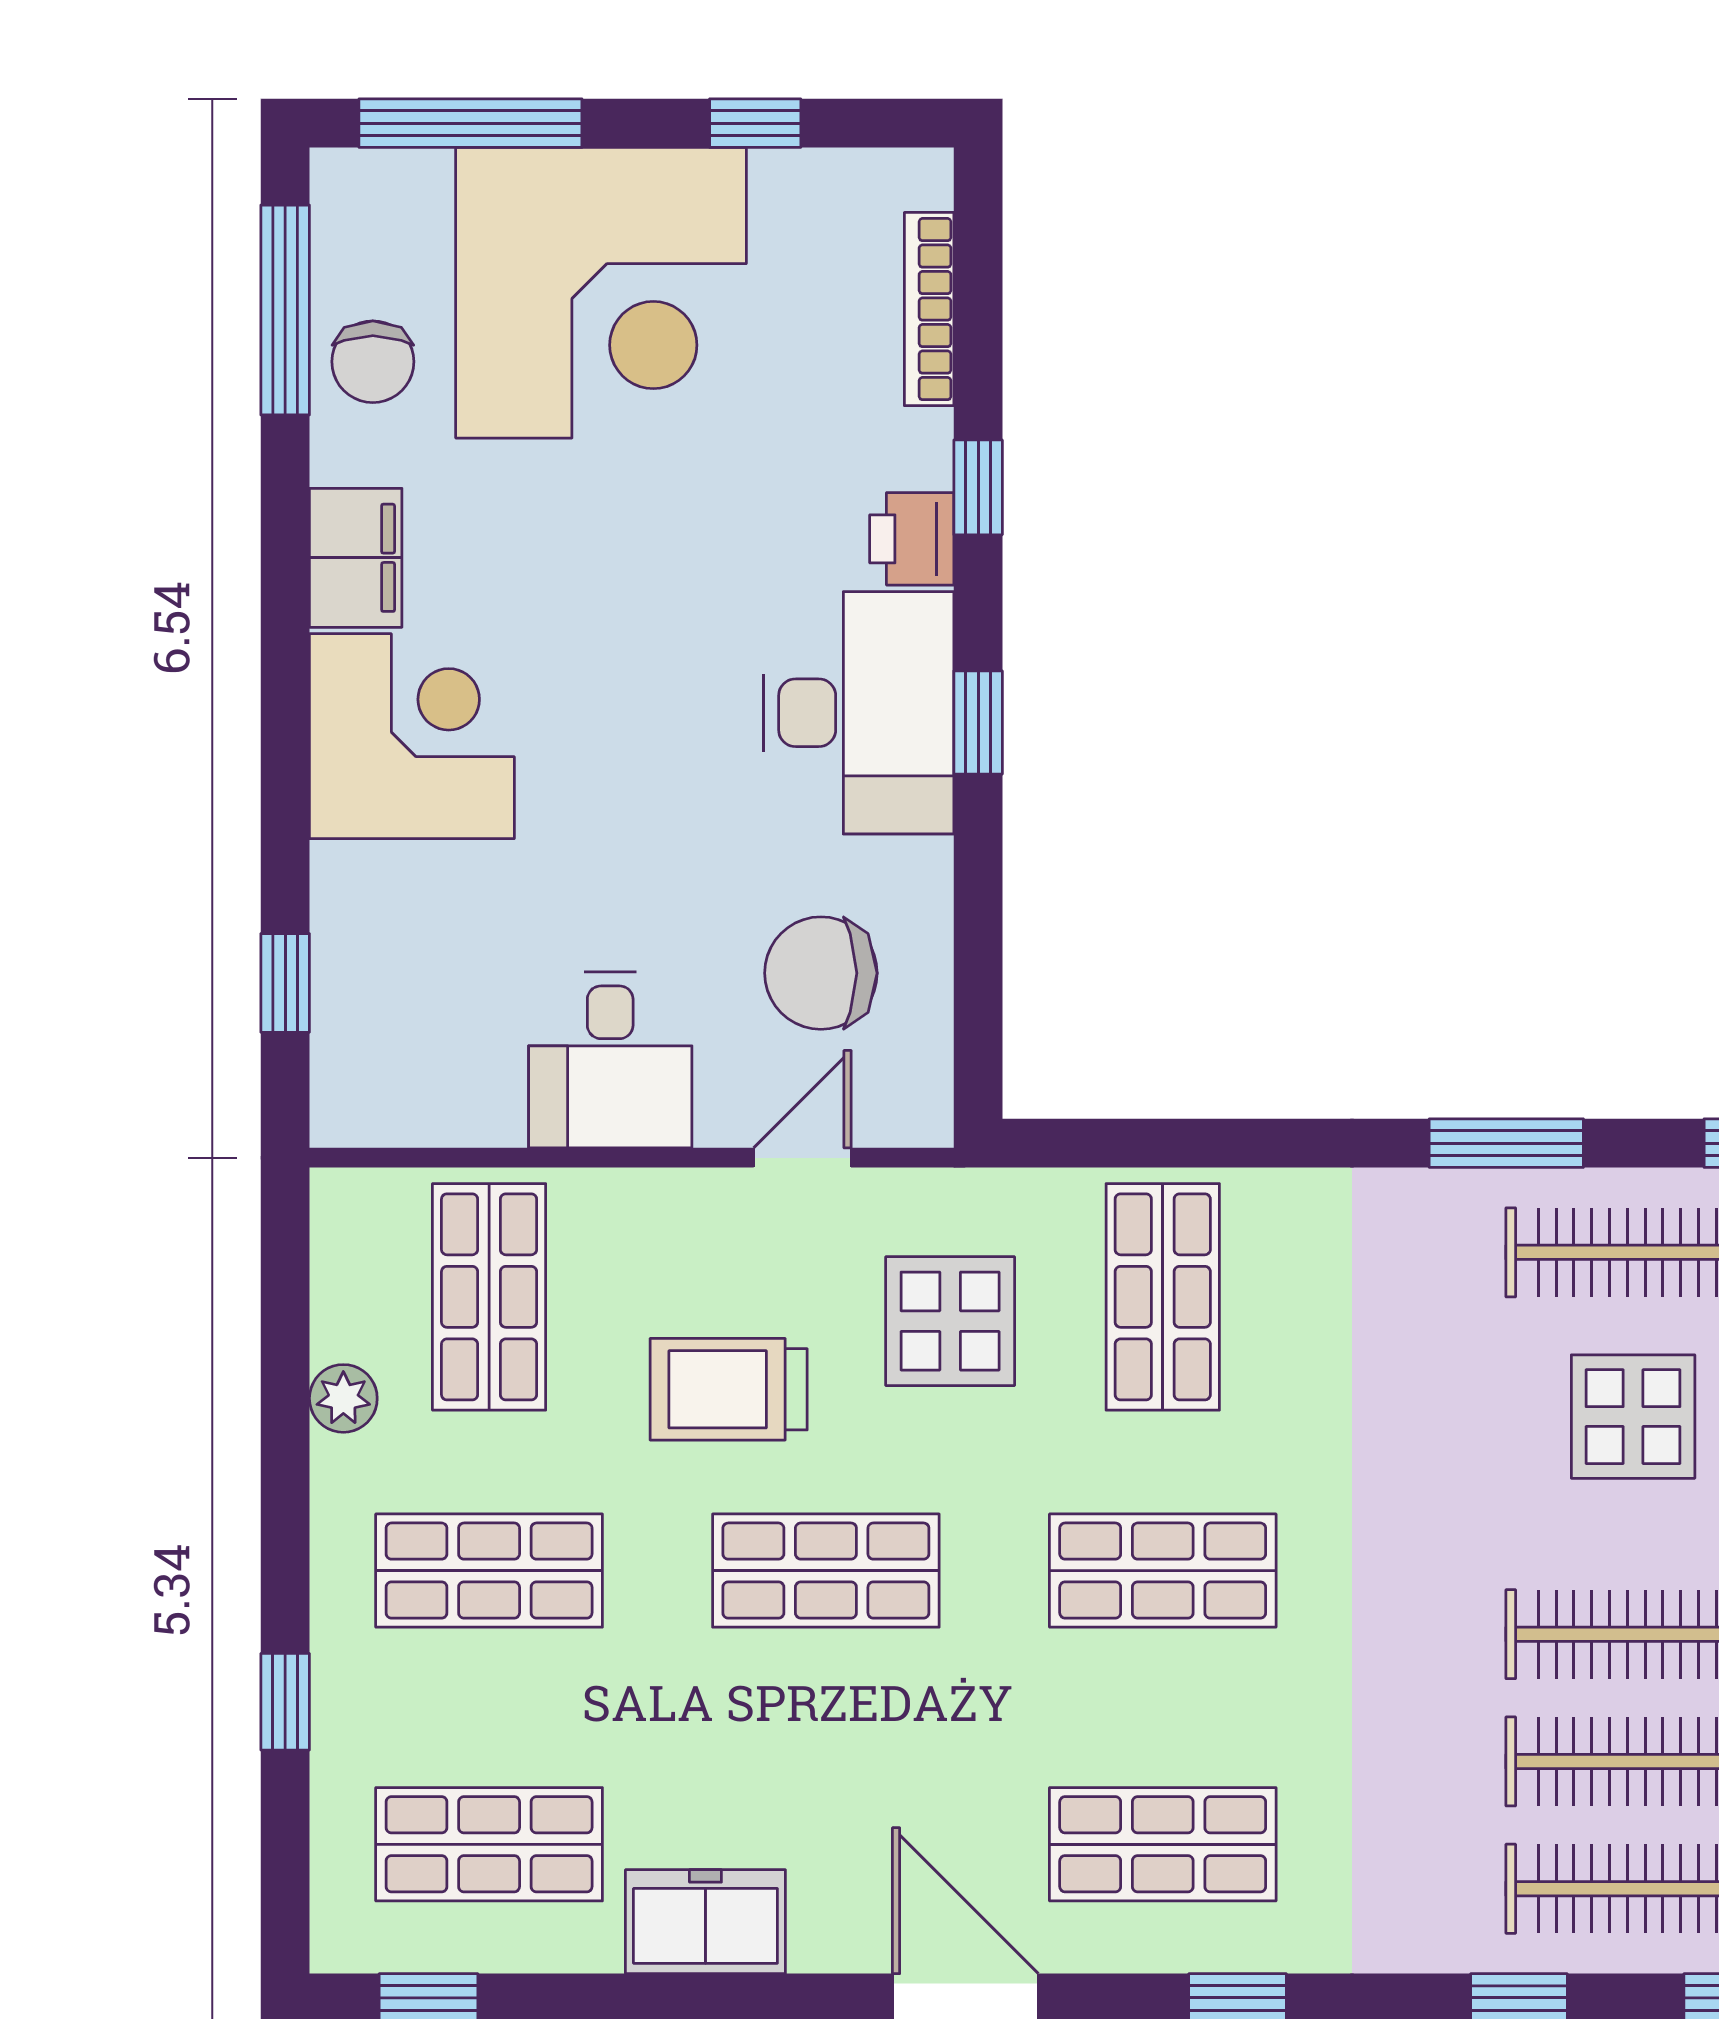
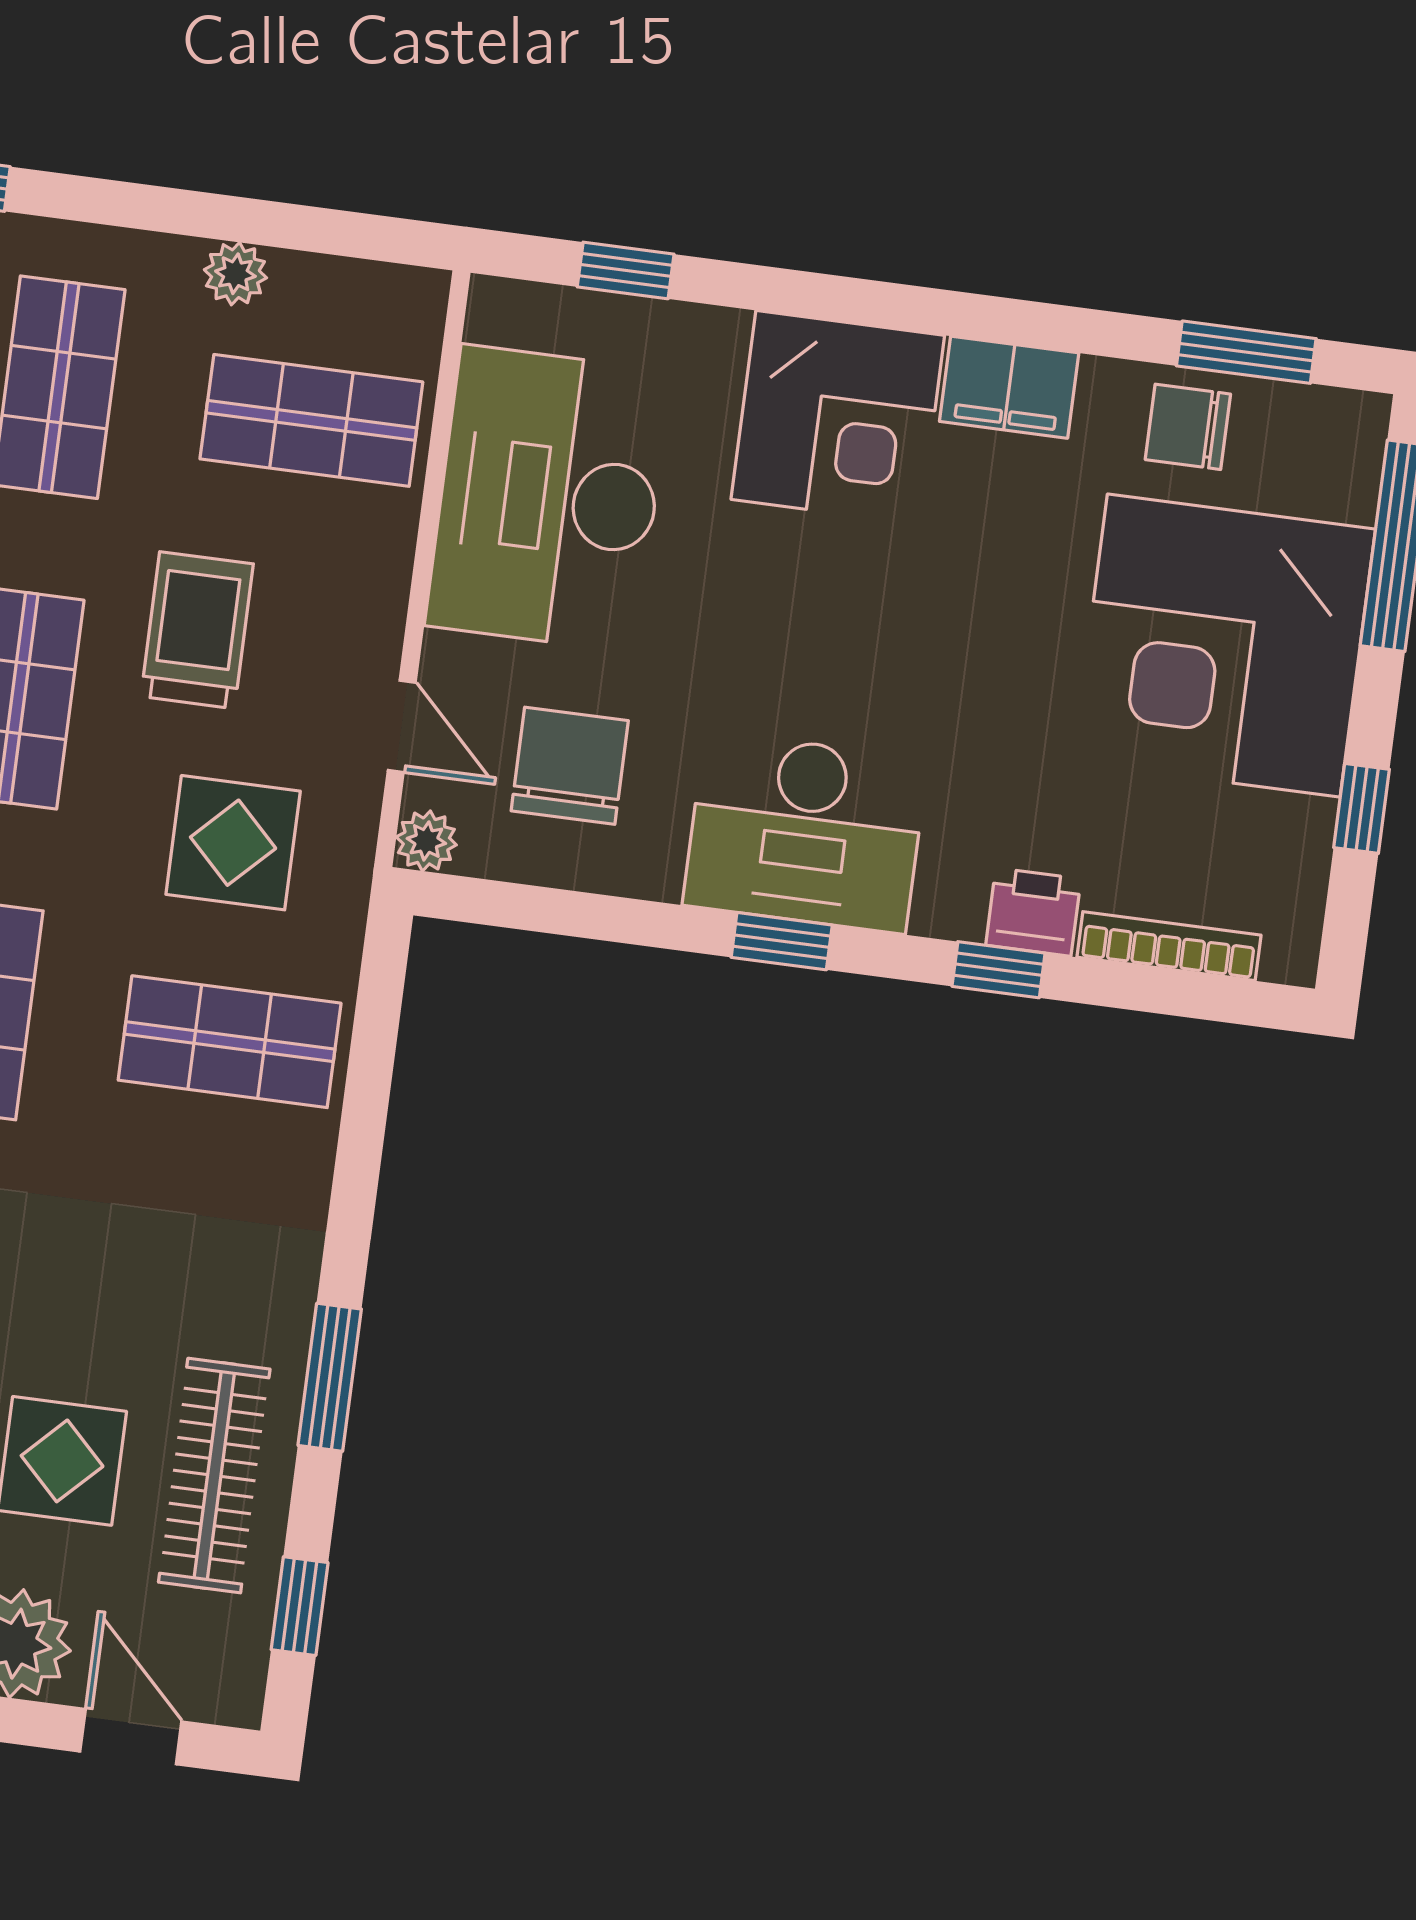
window: (285, 310) -> (1246, 352), width x0.69
printer: (912, 539) -> (1033, 912), moved
desk: (610, 1060) -> (548, 498), width x1.87, depth x1.30
plant: (921, 1115) -> (426, 841), added

